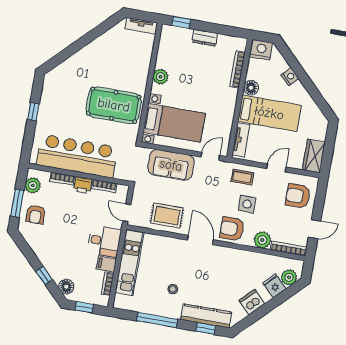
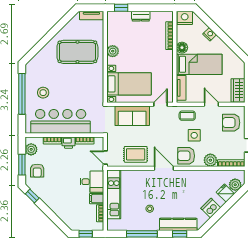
pool table: (114, 105) -> (77, 52), moved
window: (33, 112) -> (22, 94), width x3.17
stool: (61, 115) -> (43, 93), added
door: (276, 168) -> (211, 104), hinge flipped
window: (44, 275) -> (32, 196), moved
floor lamp: (66, 287) -> (70, 221), removed

